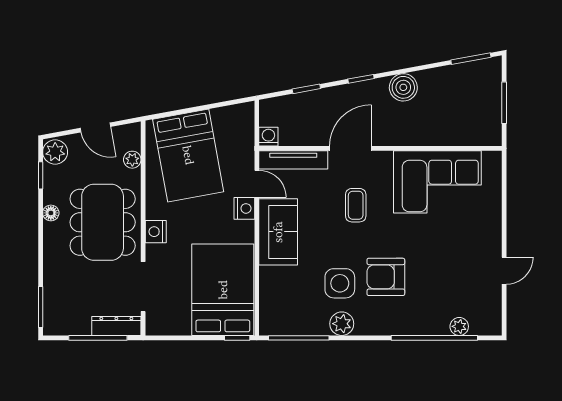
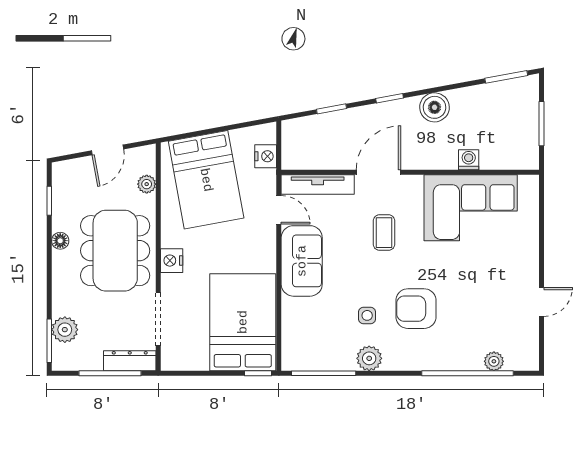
door: (95, 127) -> (107, 150), hinge flipped
washing machine: (268, 137) -> (469, 160), moved
plant: (55, 152) -> (65, 330), moved
nightstand: (244, 208) -> (266, 156), moved
side table: (340, 283) -> (367, 315), width x0.54, depth x0.54

